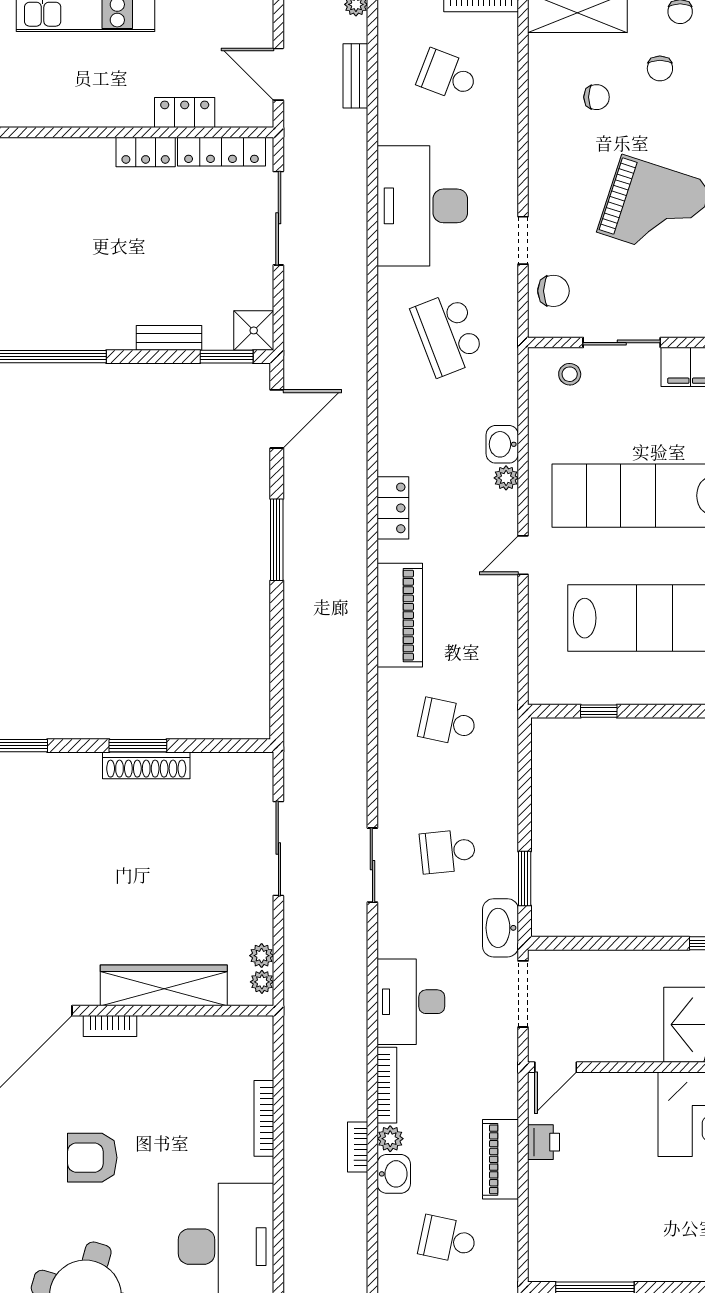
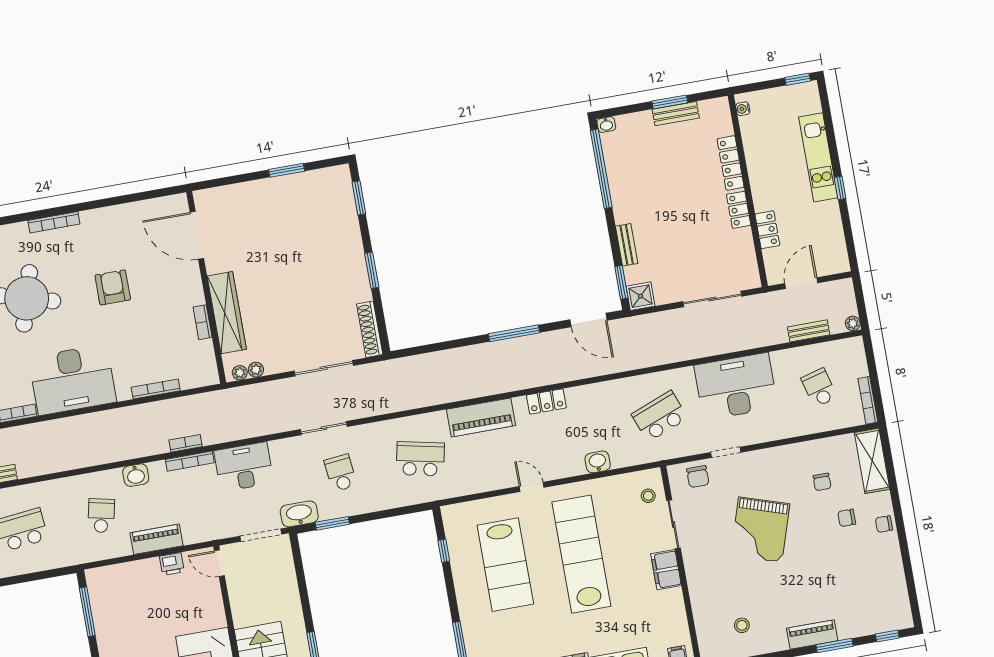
school desk: (448, 75) -> (819, 388), turned -36
locker: (221, 152) -> (731, 163), moved
plant: (506, 478) -> (577, 468), removed
school desk: (448, 722) -> (420, 459), width x1.85
shoe rack: (146, 765) -> (370, 329), moved
bookcase: (110, 1026) -> (203, 322), moved
plant: (390, 1139) -> (157, 469), removed
bookcase: (358, 1147) -> (186, 443), moved

